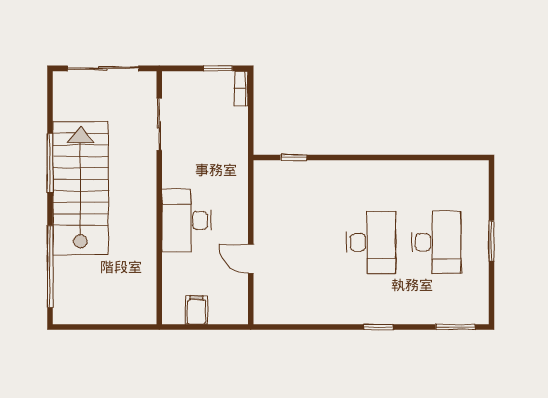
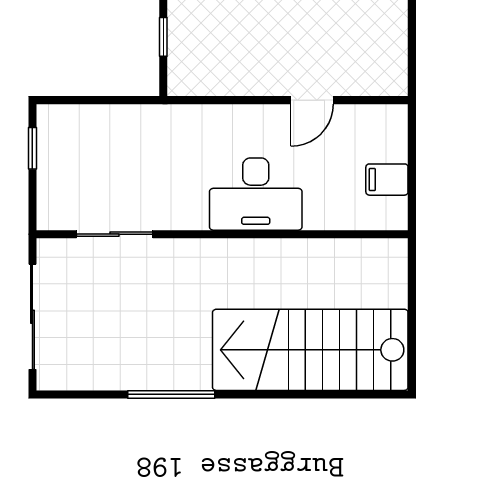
bookcase: (241, 88) -> (62, 114), removed
stairs: (80, 188) -> (310, 350), moved
window: (50, 267) -> (323, 394), removed

